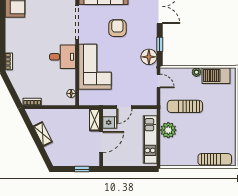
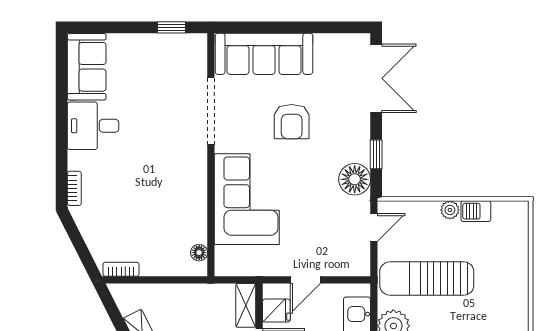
armchair: (117, 28) -> (292, 122), turned 180
desk: (63, 57) -> (93, 126), moved, turned 180
barbecue: (216, 76) -> (476, 211), width x0.53, depth x0.65
door: (158, 81) -> (374, 228), hinge flipped
sun lounger: (185, 106) -> (427, 278), width x1.36, depth x1.34

